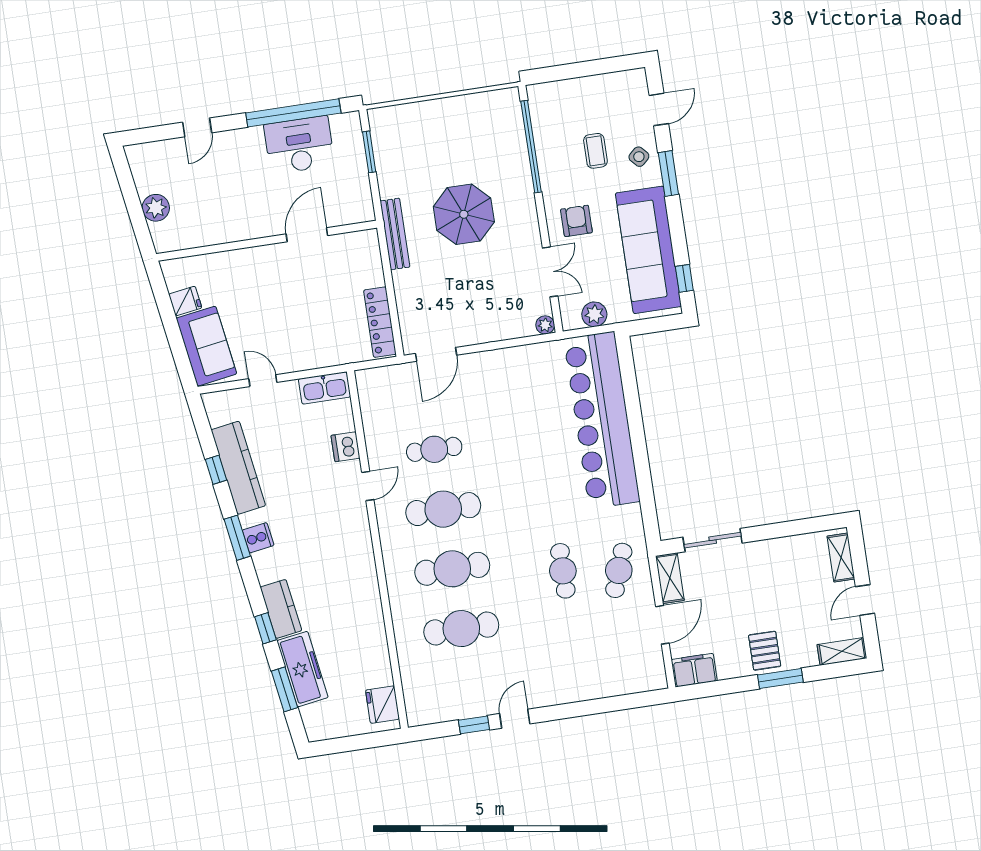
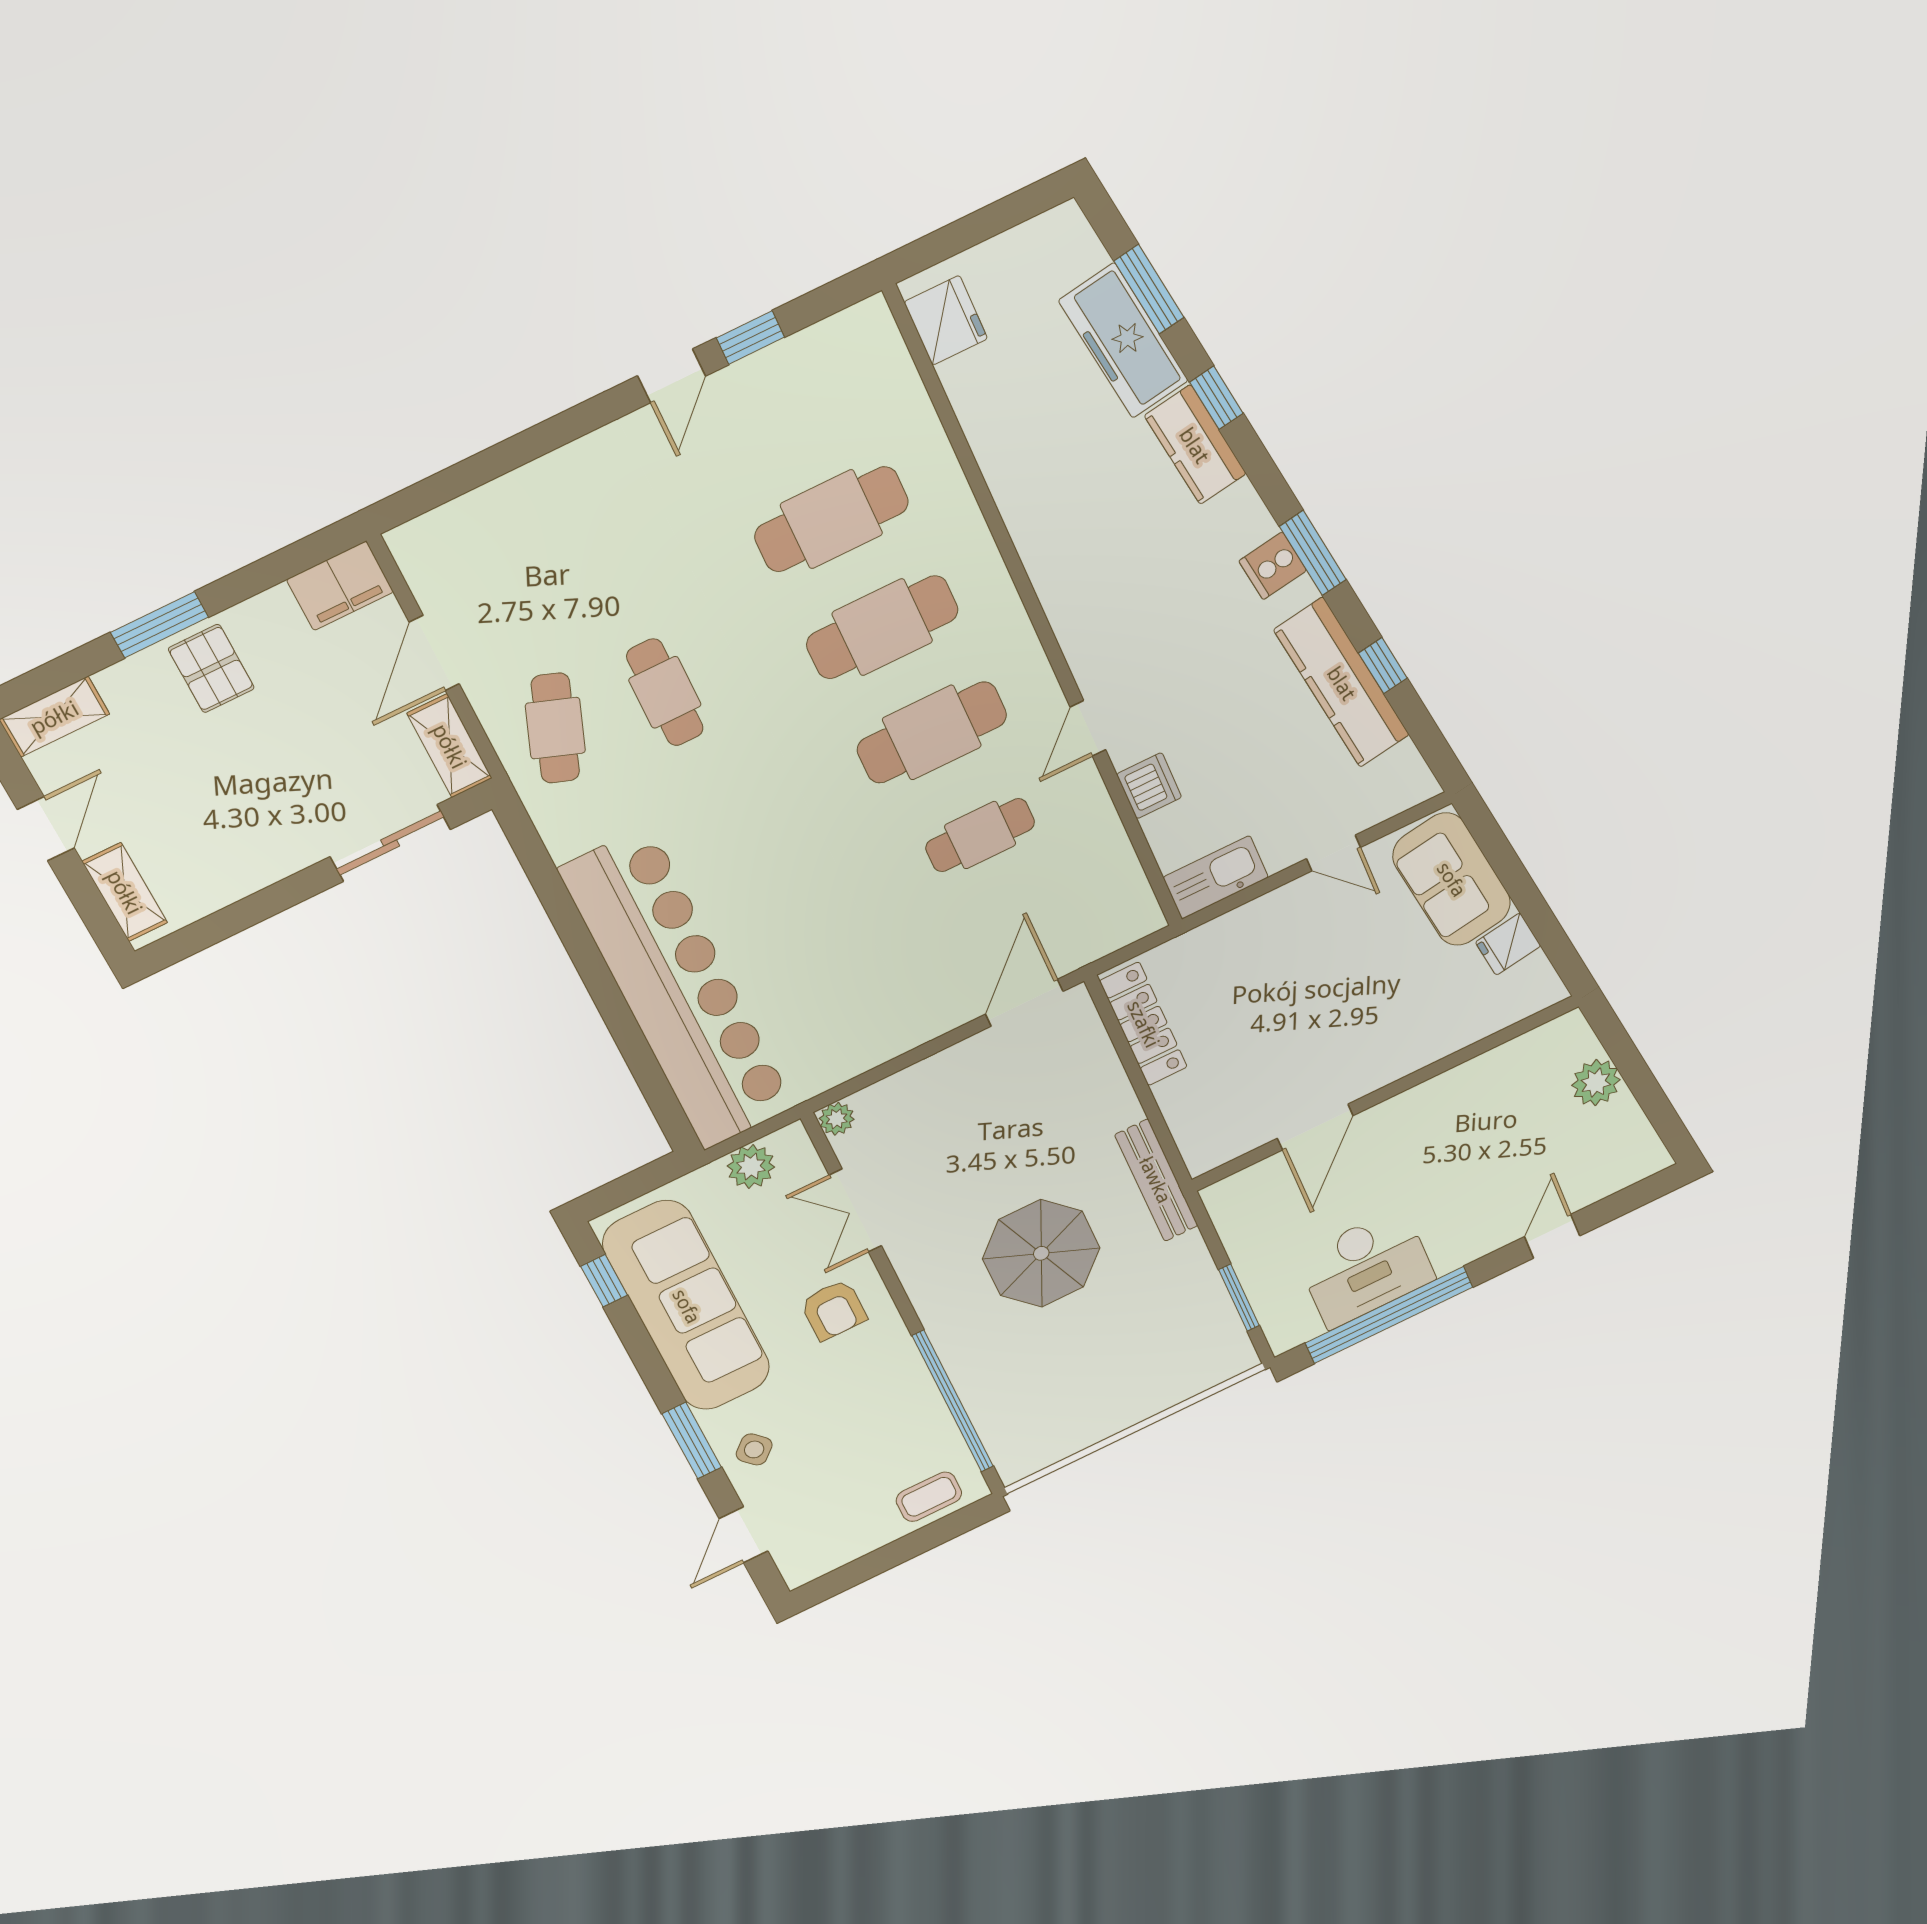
coffee table: (595, 151) -> (929, 1497), moved, turned 90

